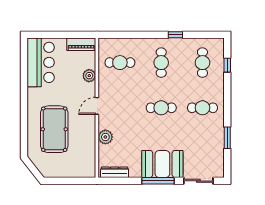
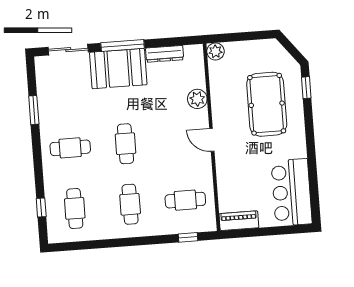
window: (175, 35) -> (188, 237), moved
plant: (89, 76) -> (215, 51), moved
door: (97, 106) -> (212, 140), swing flipped
cafe table: (161, 108) -> (125, 144), turned 90
window: (24, 139) -> (306, 88), added
dresser: (115, 172) -> (165, 54), moved

